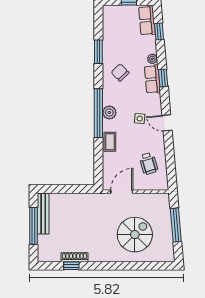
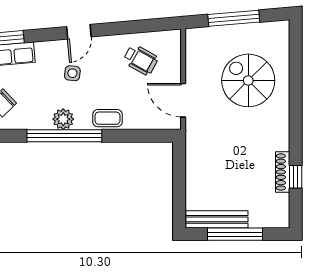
wheelchair: (149, 163) -> (141, 60), turned 45

